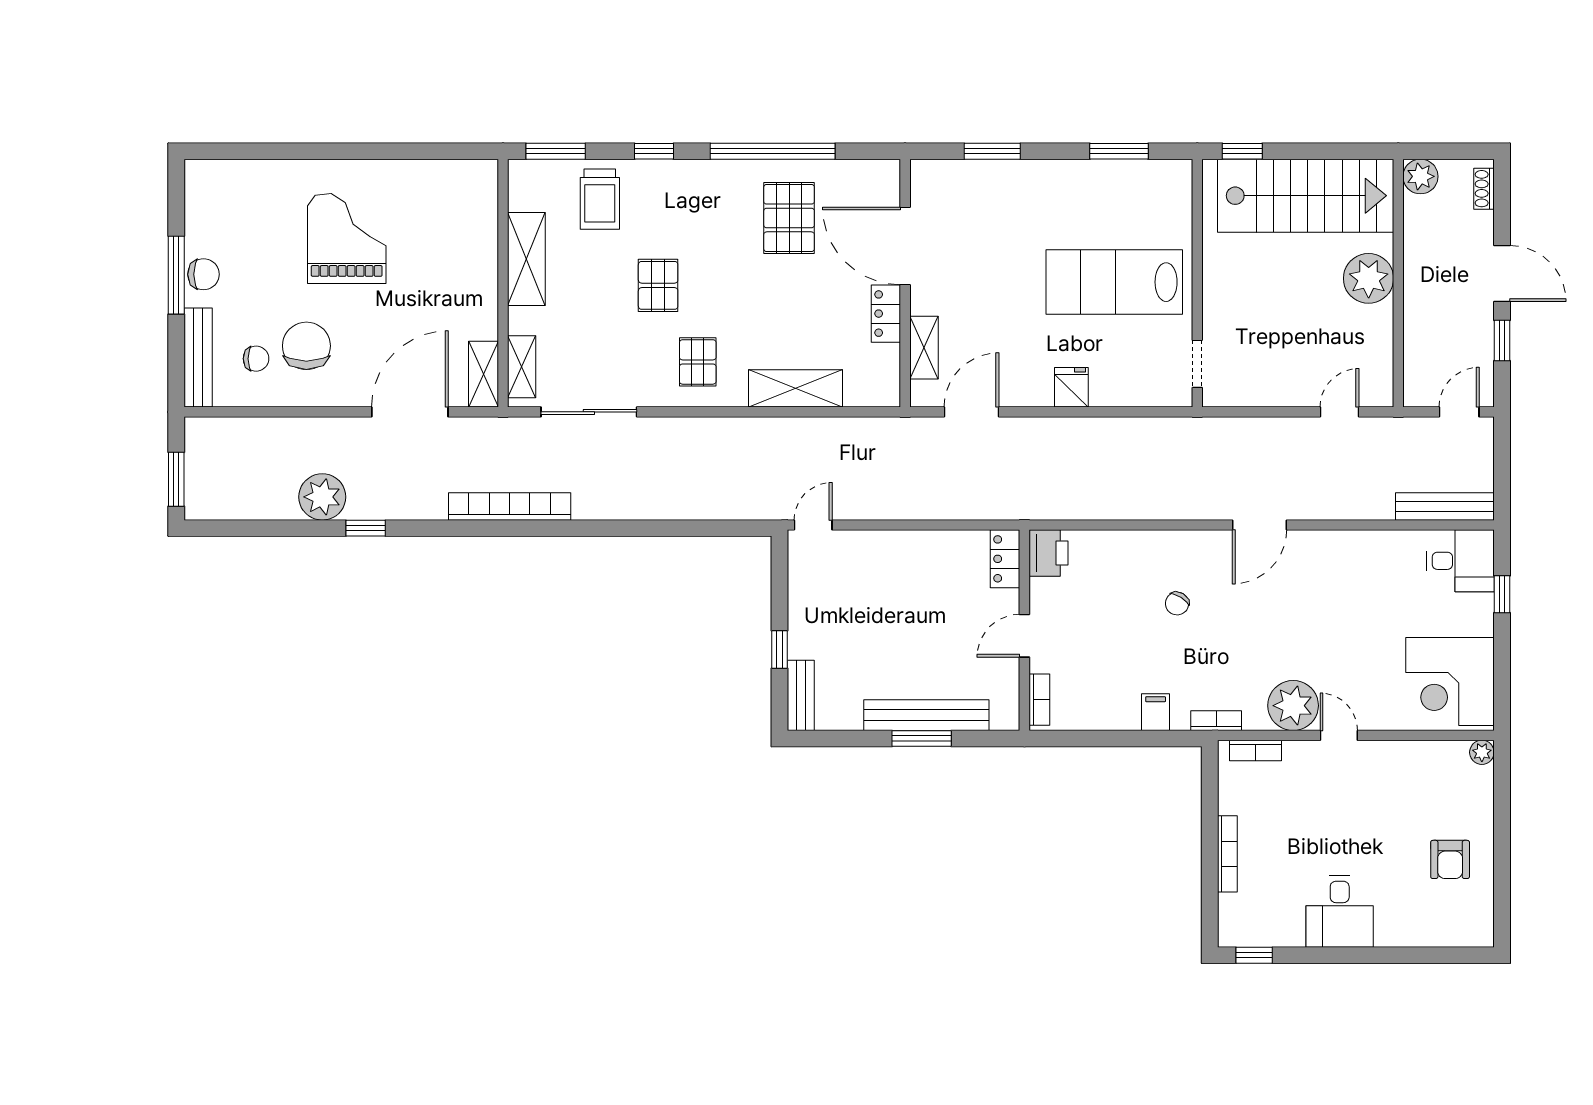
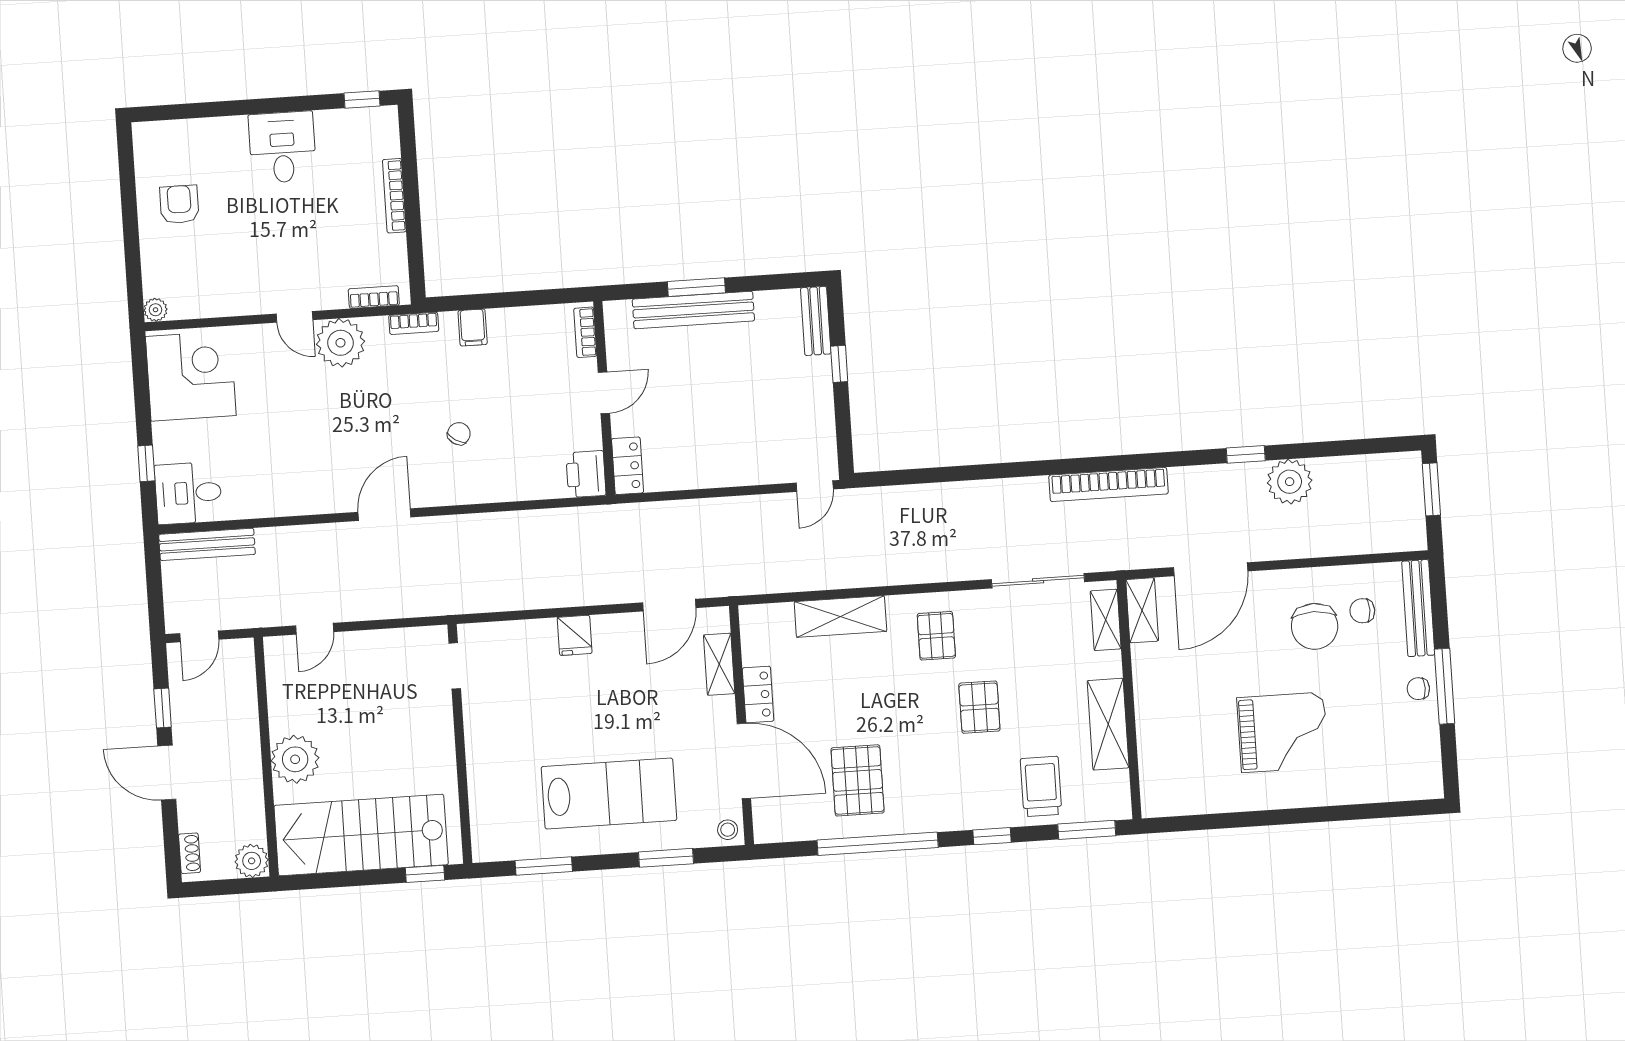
stool: (927, 176) -> (728, 830), added
grand piano: (347, 238) -> (1283, 732), turned -90
chair: (204, 274) -> (1418, 689), width x0.73, depth x0.73
lab bench: (1114, 282) -> (609, 793), moved

